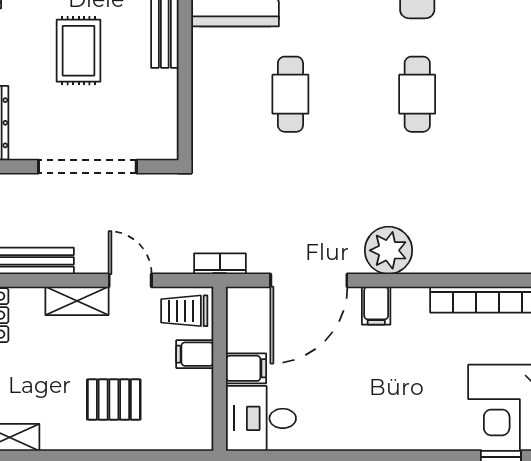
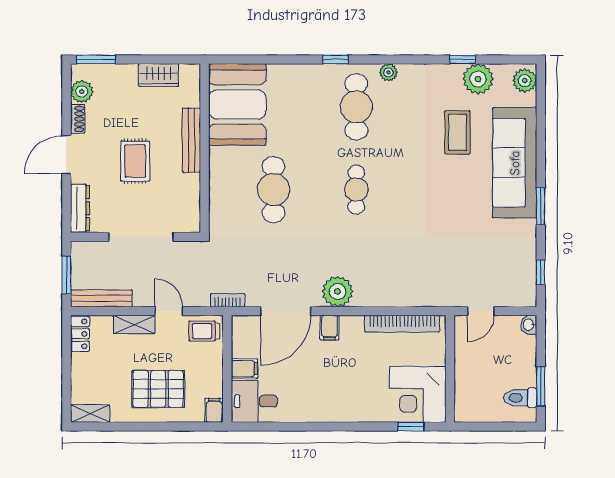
cafe table: (290, 94) -> (274, 190), width x1.37, depth x1.35
filing cabinet: (195, 354) -> (214, 410), moved, turned 90
pallet: (114, 400) -> (158, 389), width x1.50, depth x1.42

